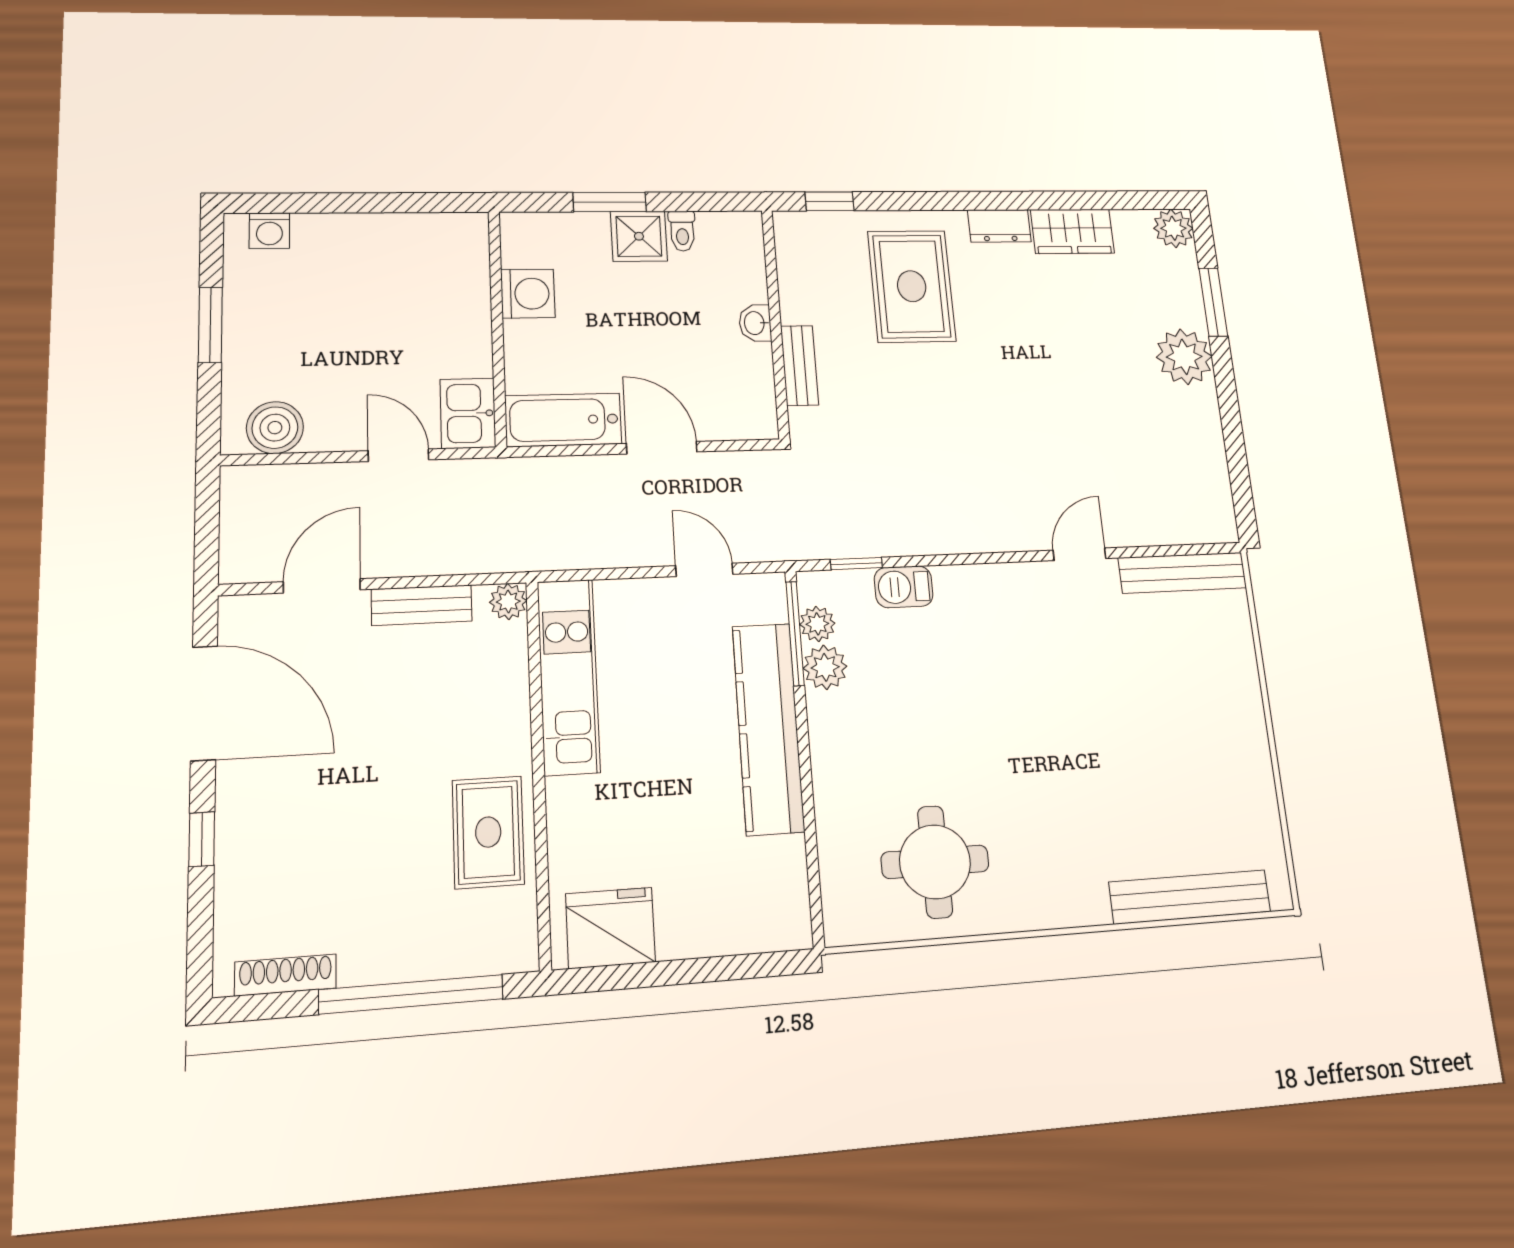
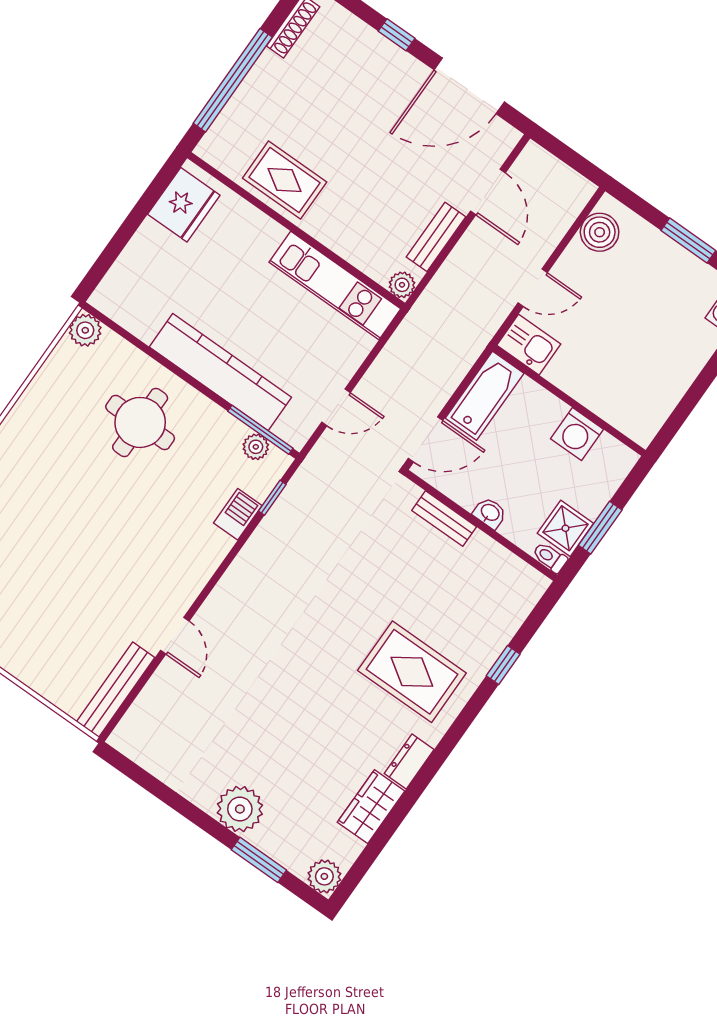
washbasin: (755, 323) -> (490, 513), moved
wall: (775, 323) -> (481, 525), moved
bench: (799, 365) -> (444, 519), moved
plant: (825, 667) -> (85, 330), moved
round table: (935, 862) -> (140, 422), moved

